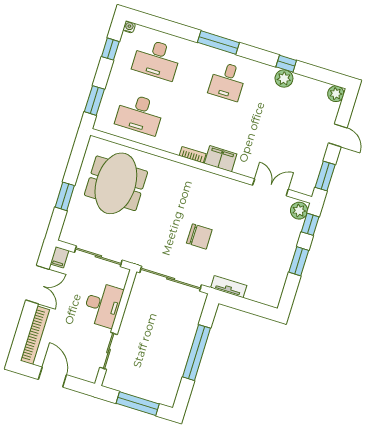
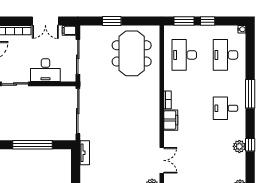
window: (110, 49) -> (208, 21), moved
meeting table: (116, 183) -> (132, 53), turned 90
chair: (199, 236) -> (113, 122), removed

